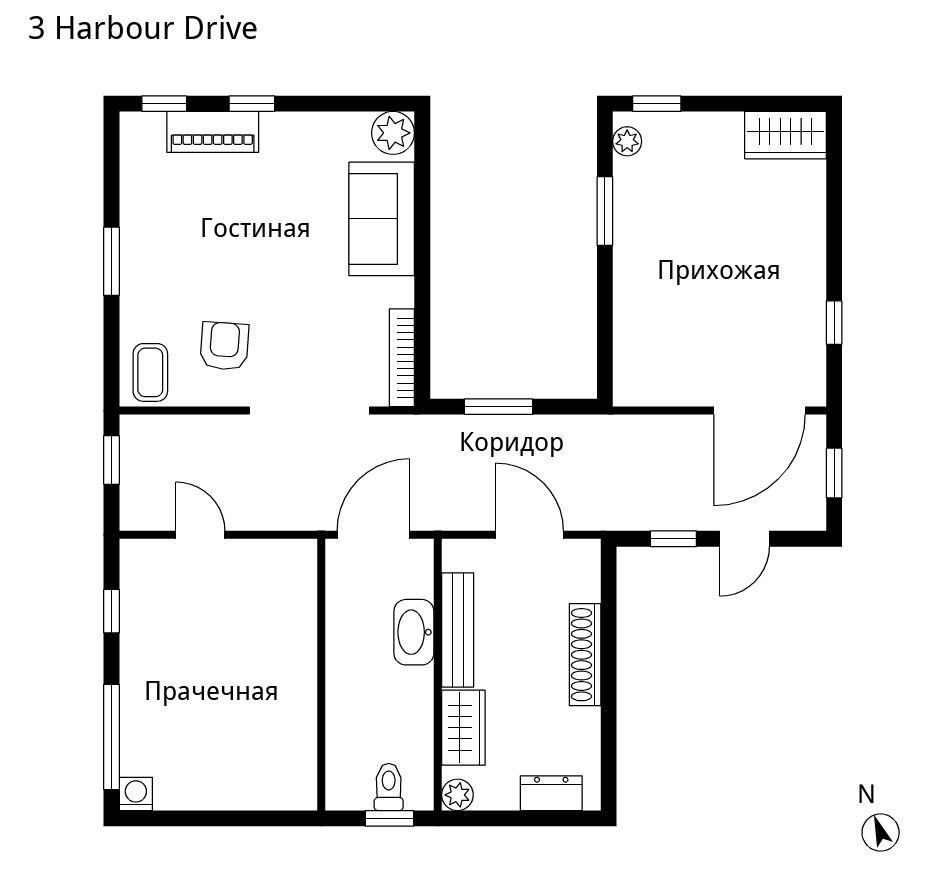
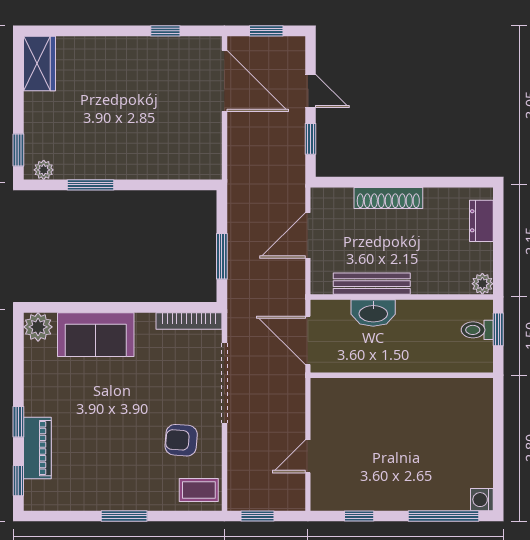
wardrobe: (463, 728) -> (437, 280), removed

